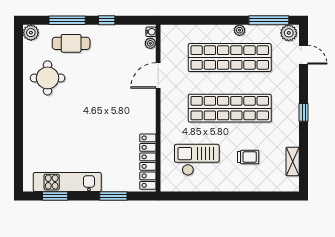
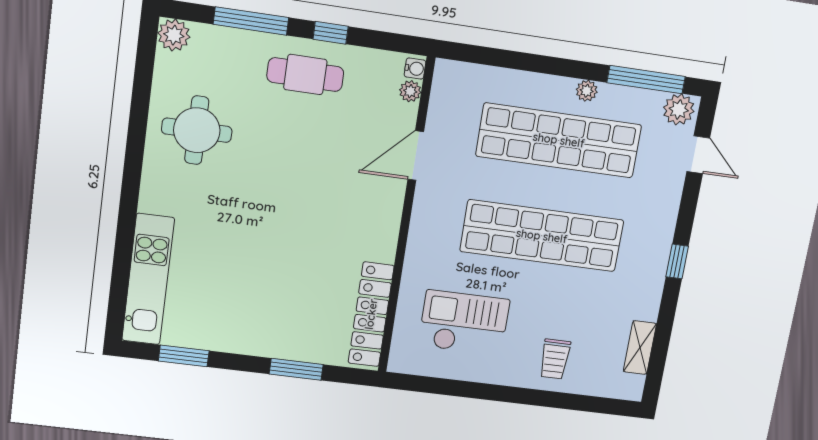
cafe table: (71, 43) -> (305, 74), moved
trolley: (248, 157) -> (555, 359), moved, turned 90
kitchen unit: (67, 182) -> (148, 279), moved, turned 90

